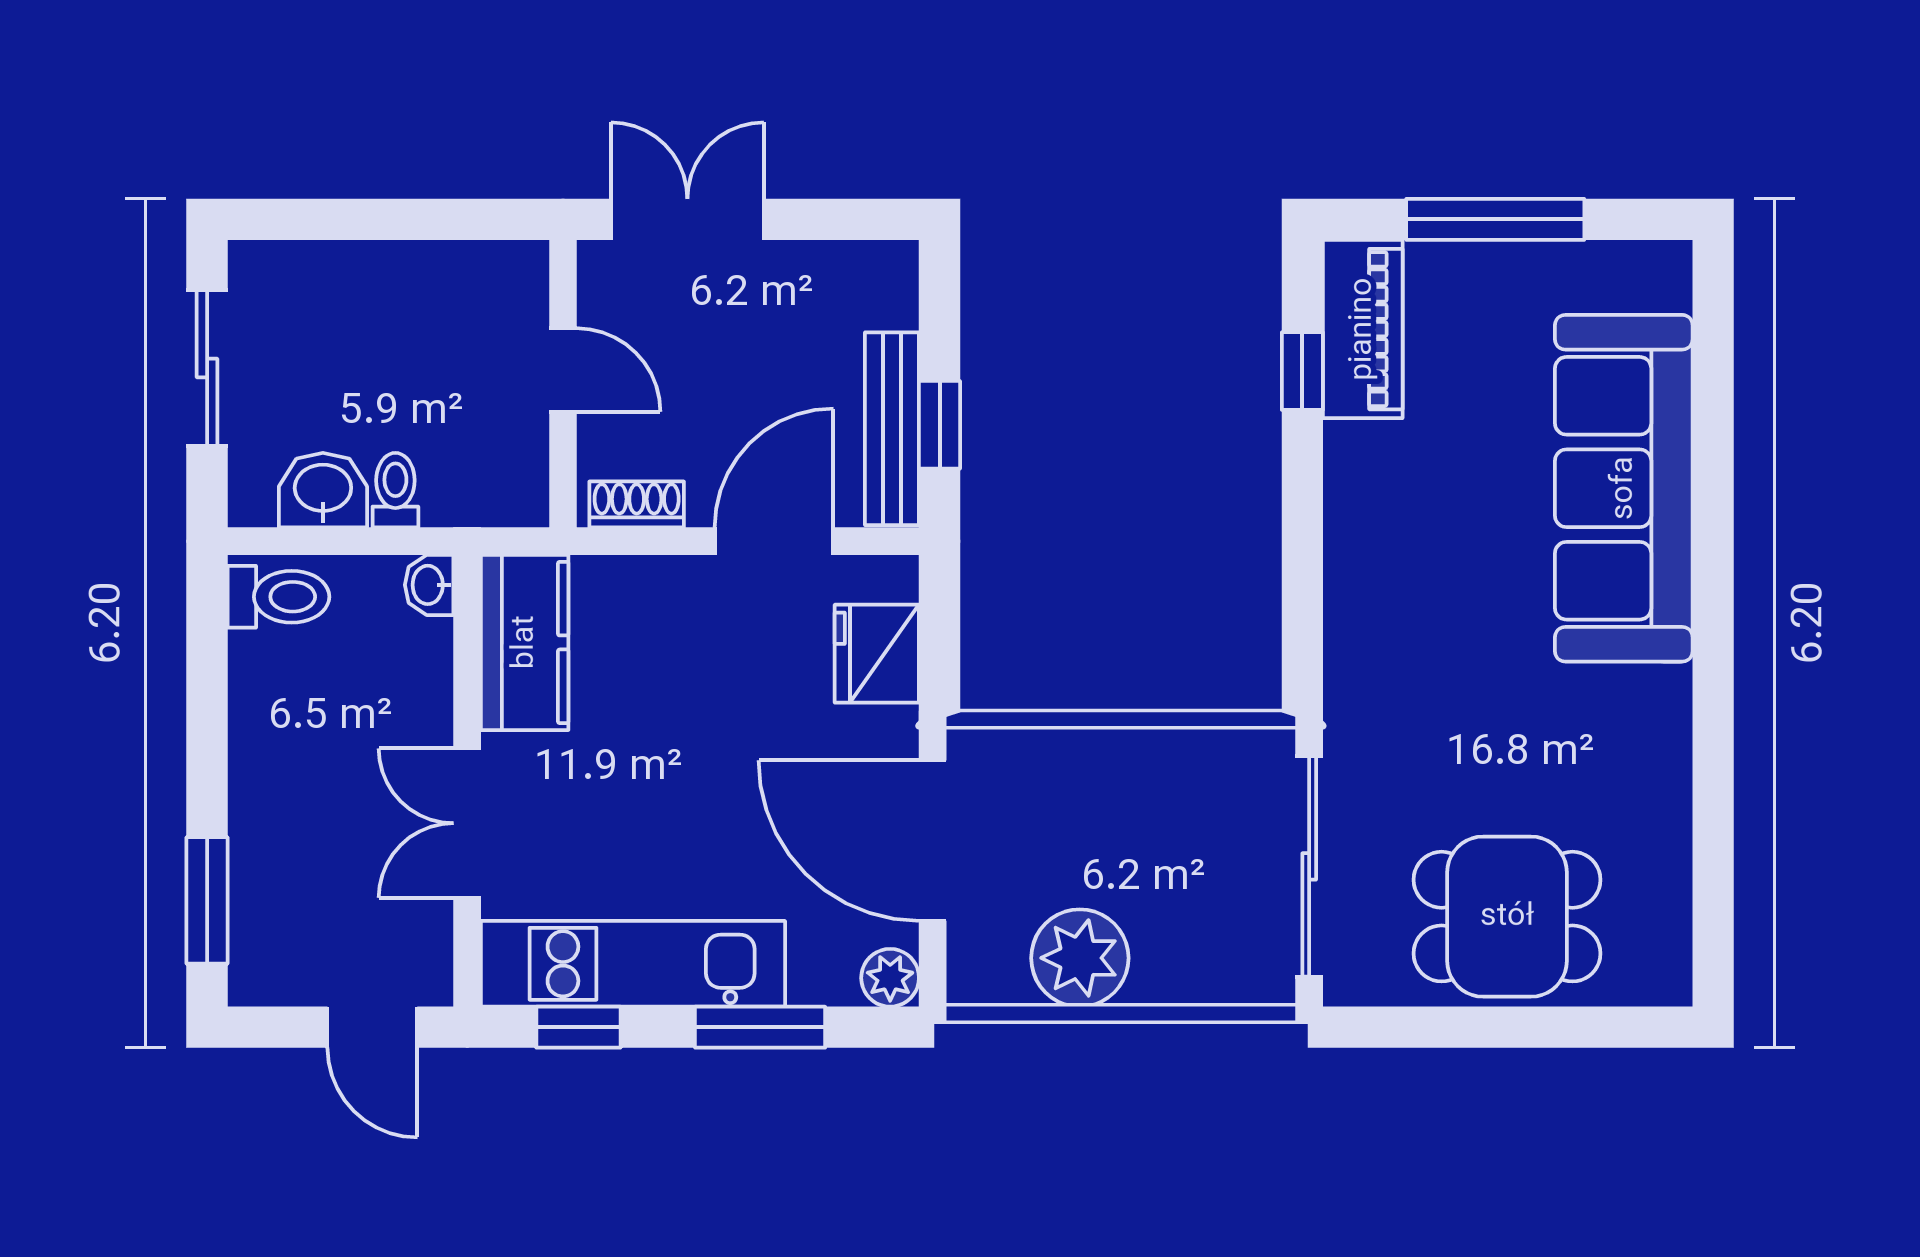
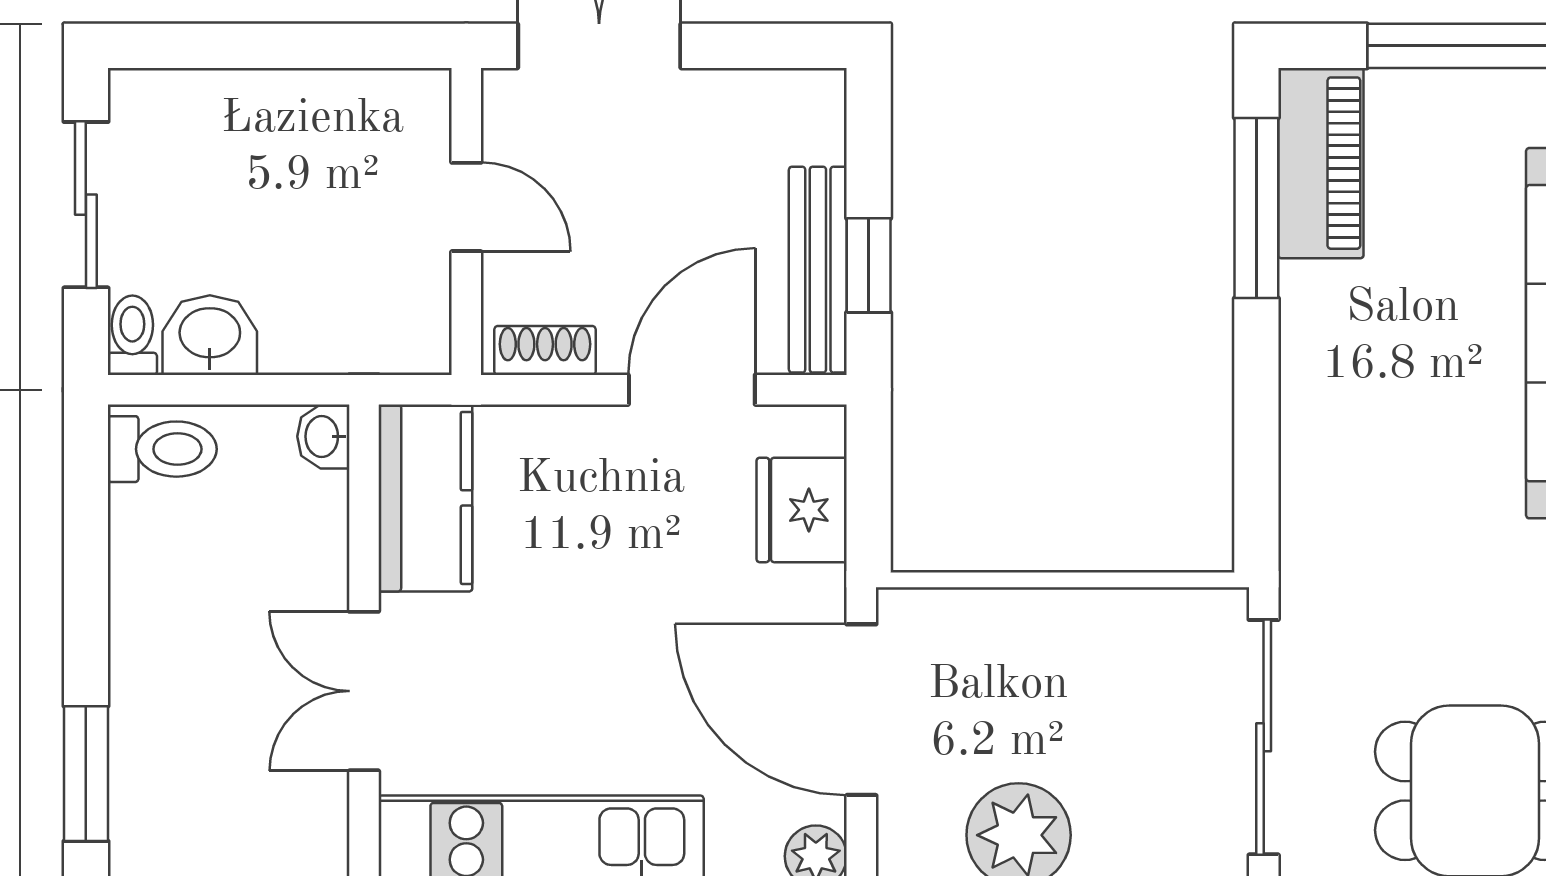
window: (1302, 371) -> (1256, 208), width x2.17
toilet: (395, 490) -> (132, 335), moved

